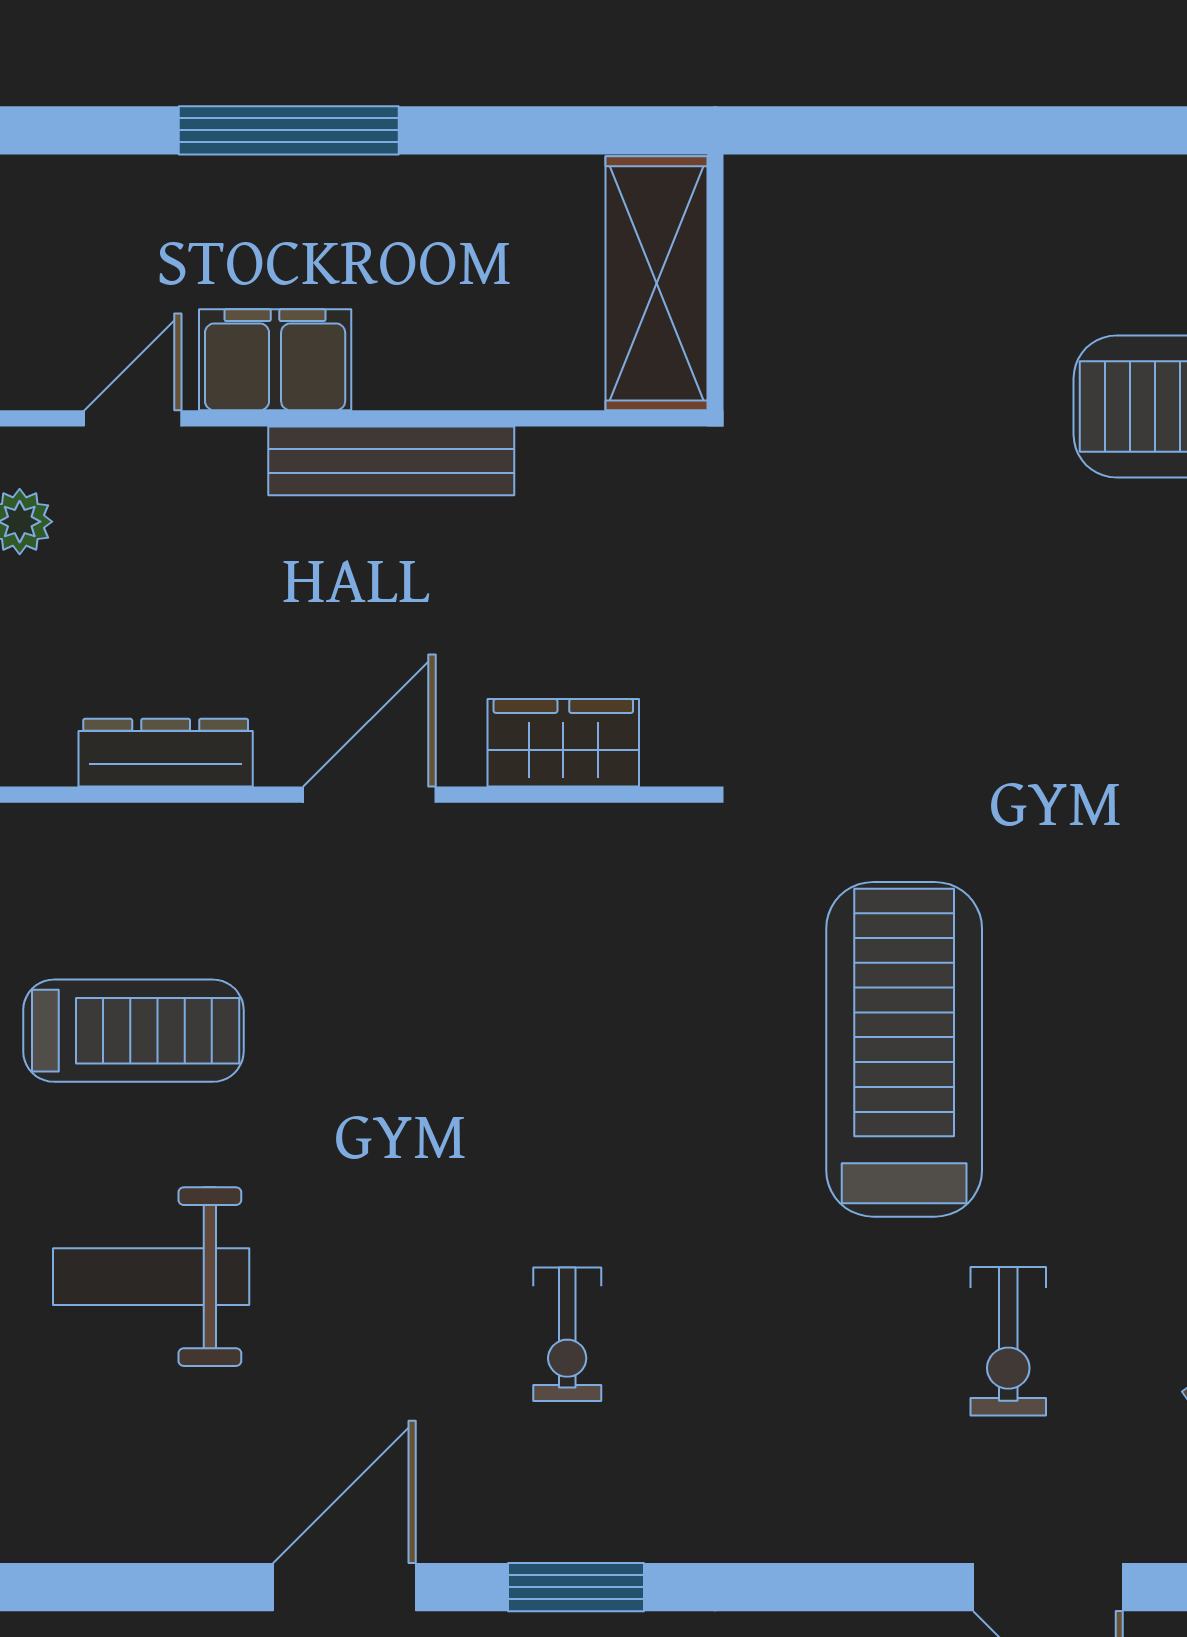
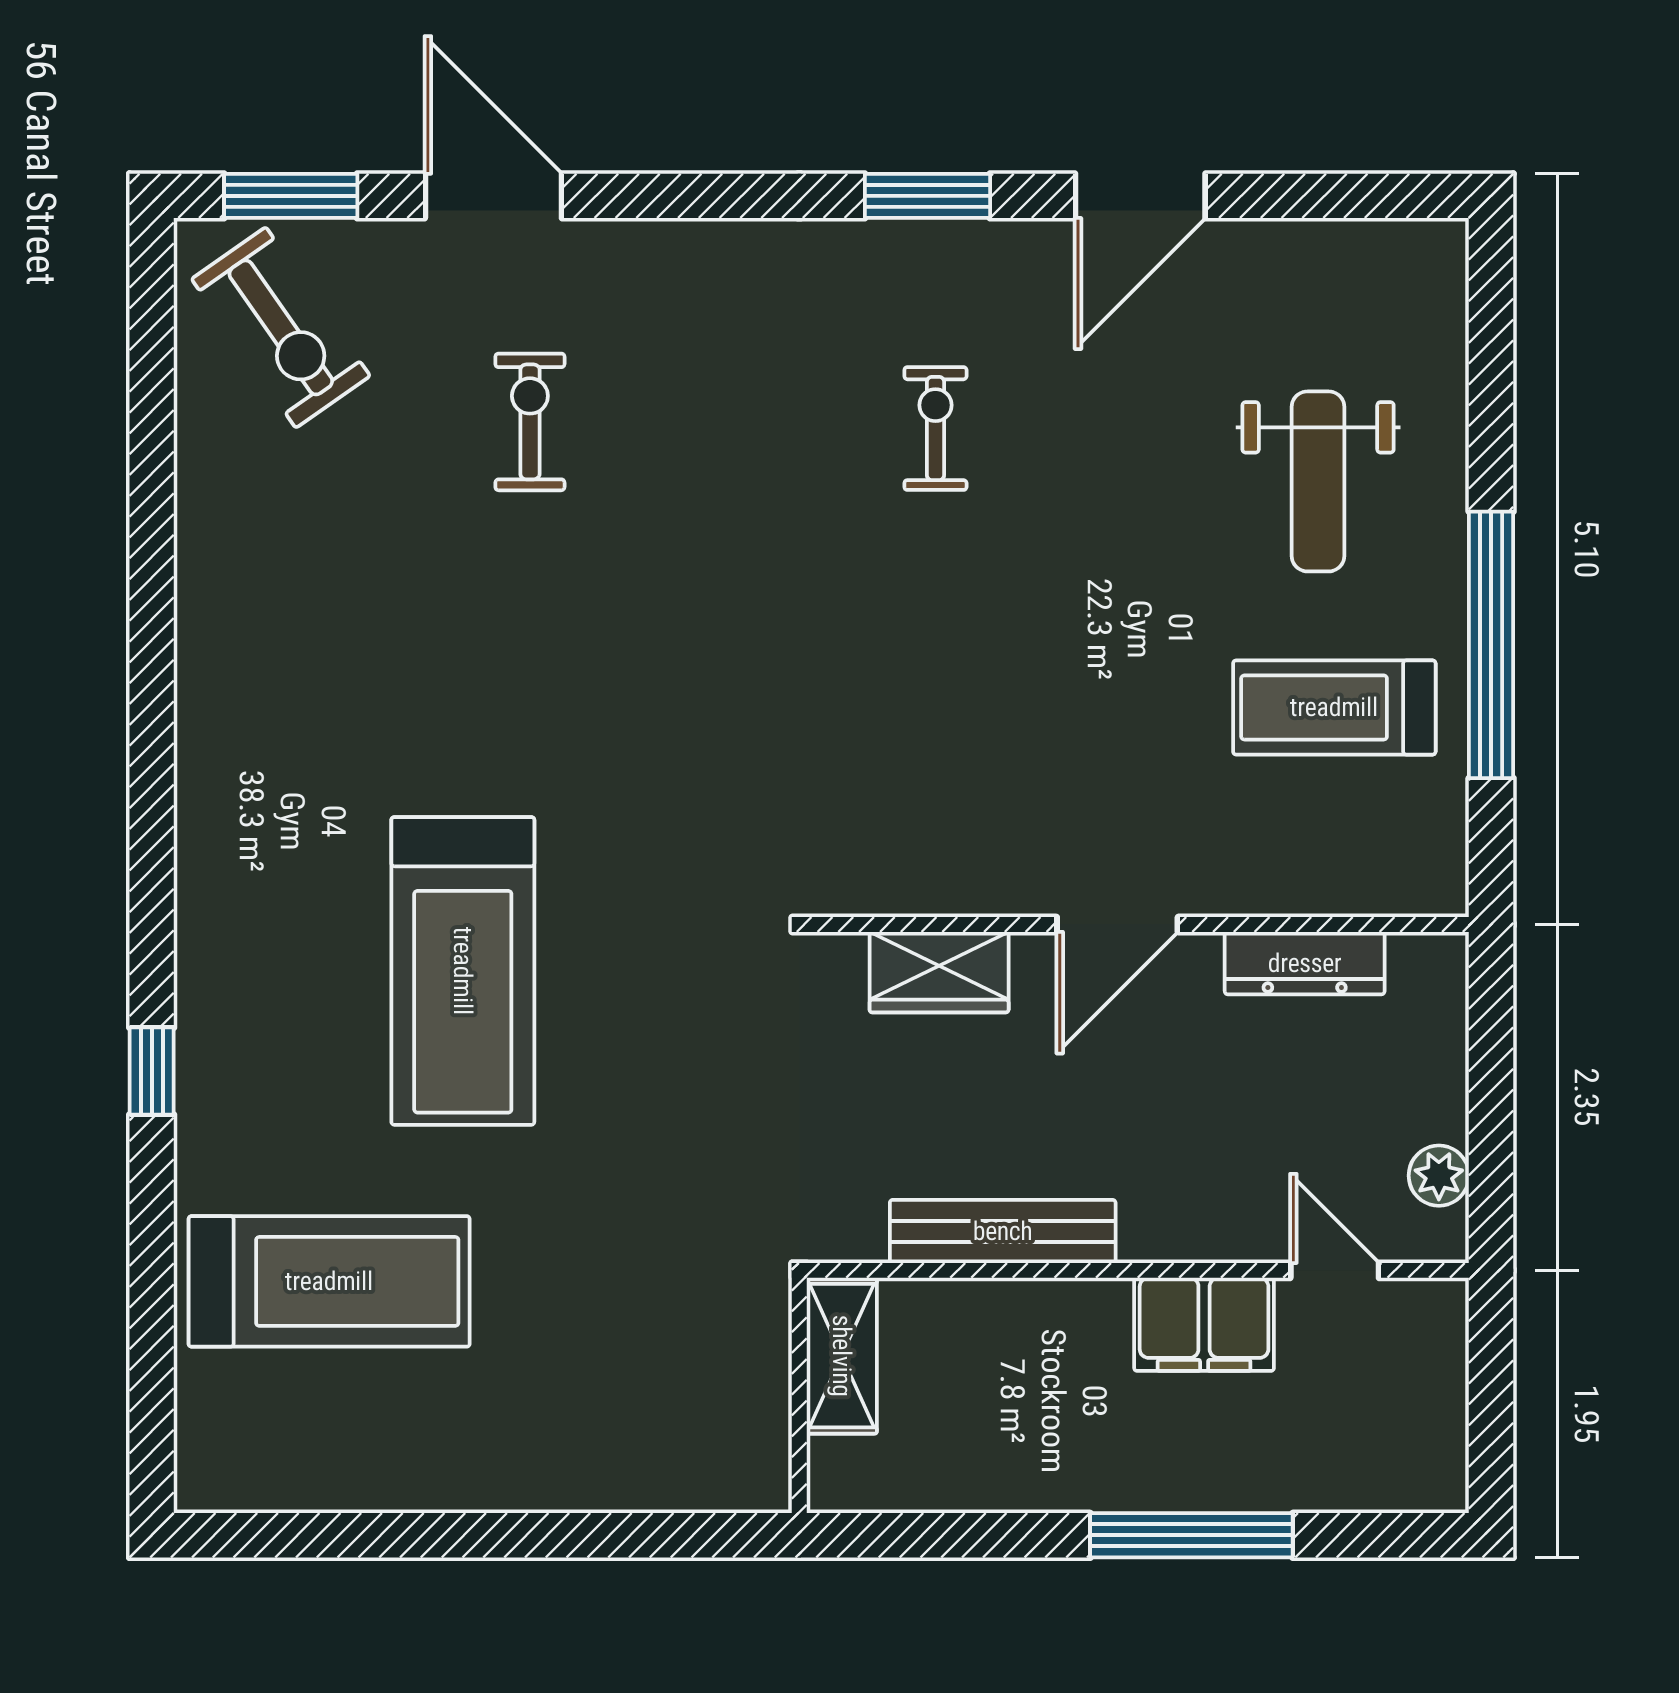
shelving: (656, 283) -> (842, 1356), width x0.67, depth x0.75
door: (133, 418) -> (1335, 1270), swing flipped
bench: (391, 461) -> (1003, 1231), moved
treadmill: (904, 1049) -> (463, 971), moved
weight bench: (151, 1277) -> (1318, 481), turned 90

